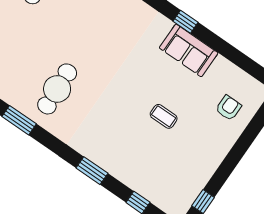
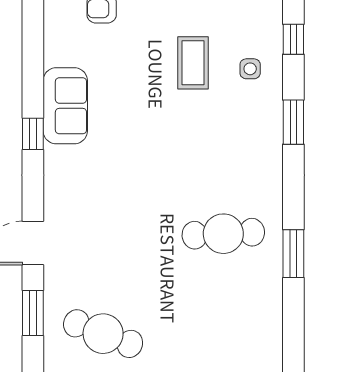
coffee table: (164, 116) -> (193, 63), moved, width x1.36, depth x1.30
side table: (138, 167) -> (250, 69), added

